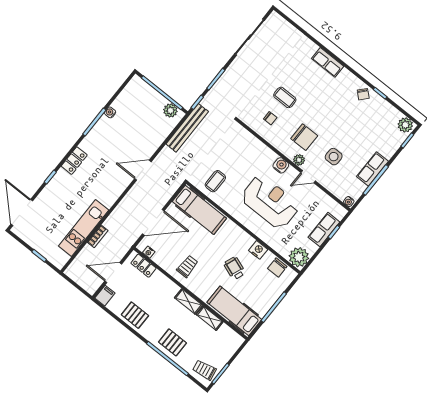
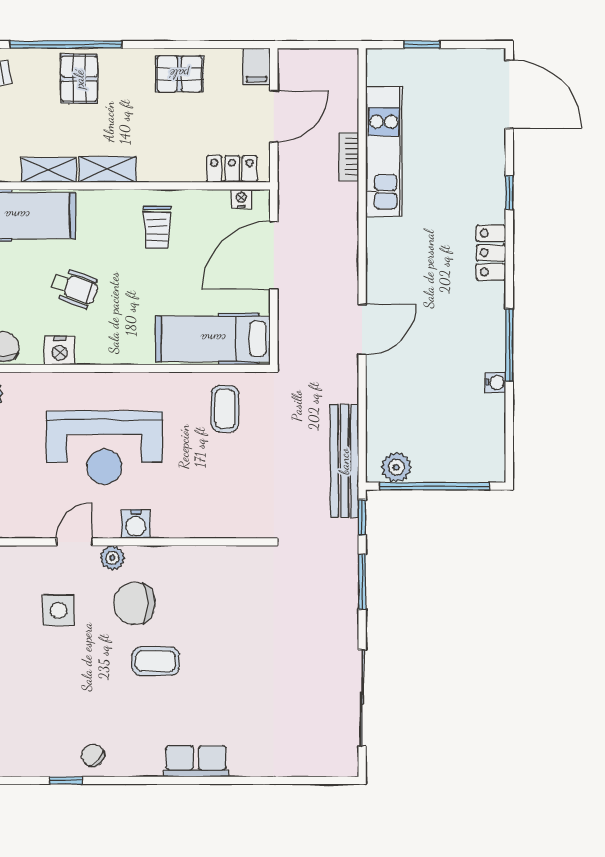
coffee table: (285, 97) -> (156, 661), moved
chair: (270, 118) -> (217, 589), removed
pallet: (173, 342) -> (79, 79), turned 90

